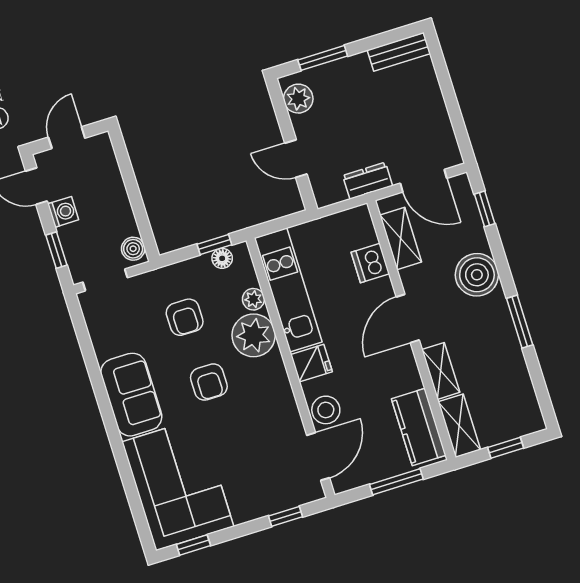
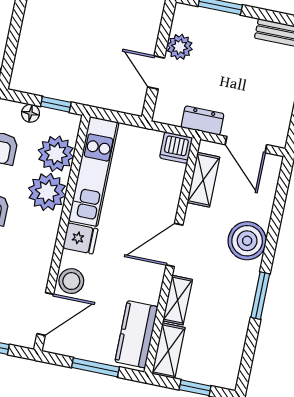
plant: (298, 99) -> (180, 47), moved
window: (485, 209) -> (281, 193), removed
floor lamp: (222, 258) -> (31, 113), moved
dishwasher: (370, 263) -> (176, 148), moved, turned -90
plant: (253, 299) -> (56, 154), width x1.88, depth x1.88

